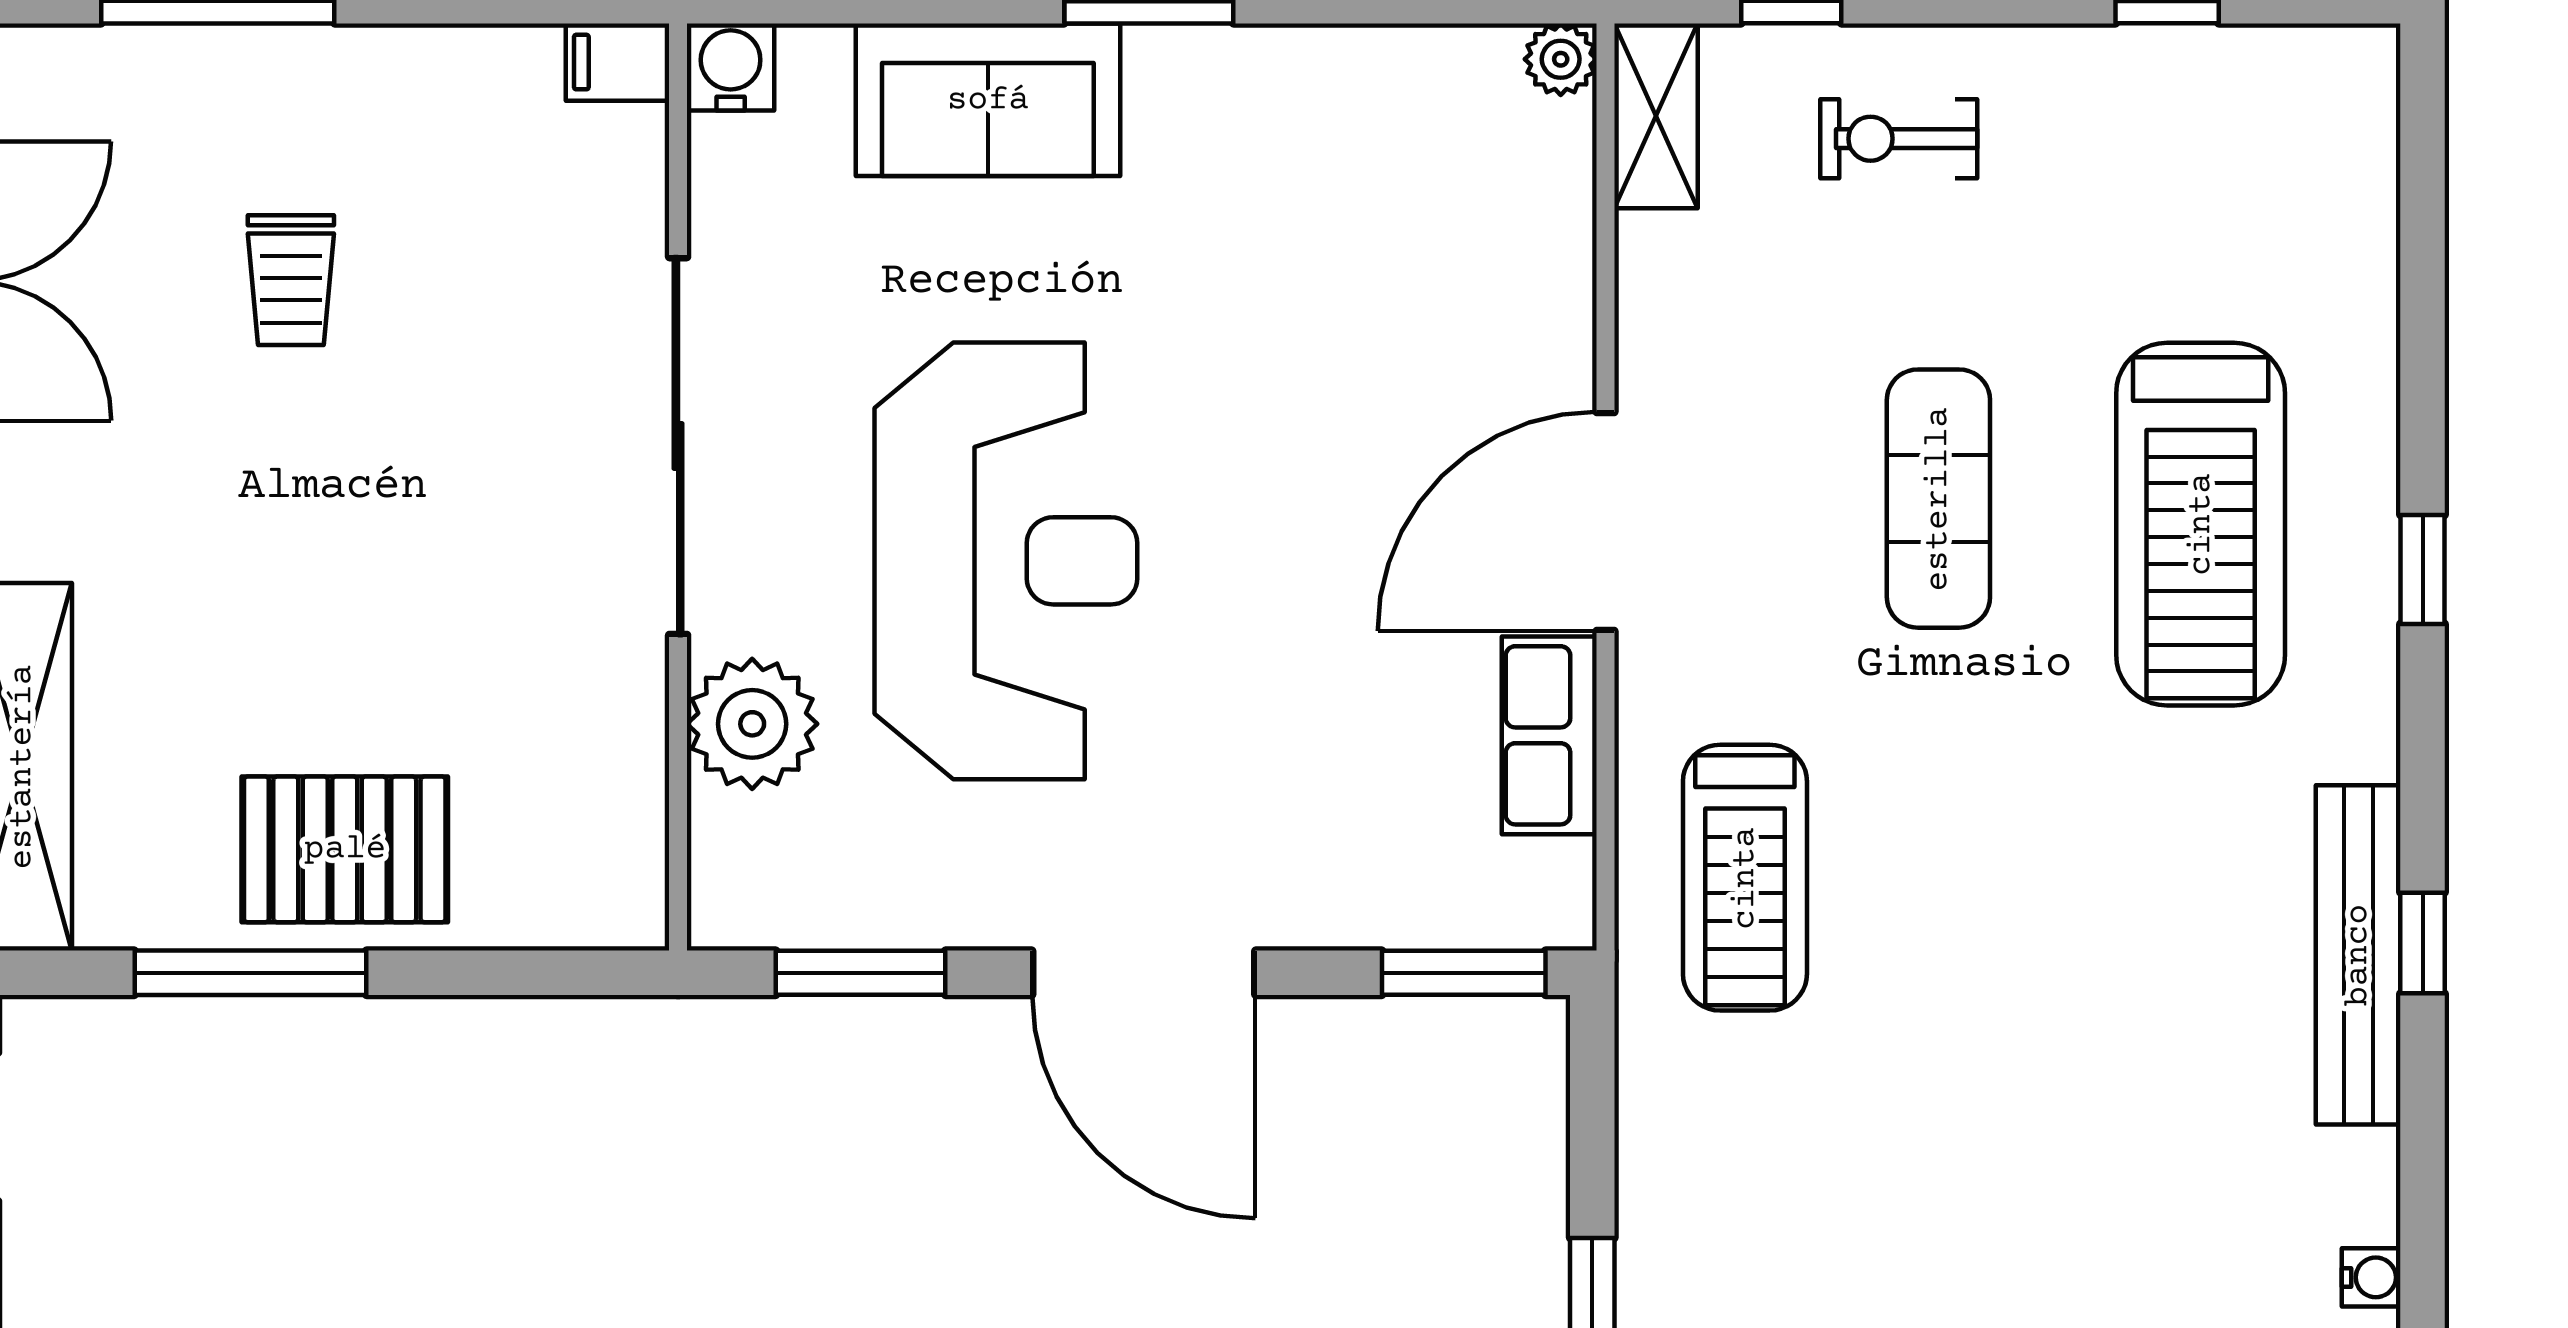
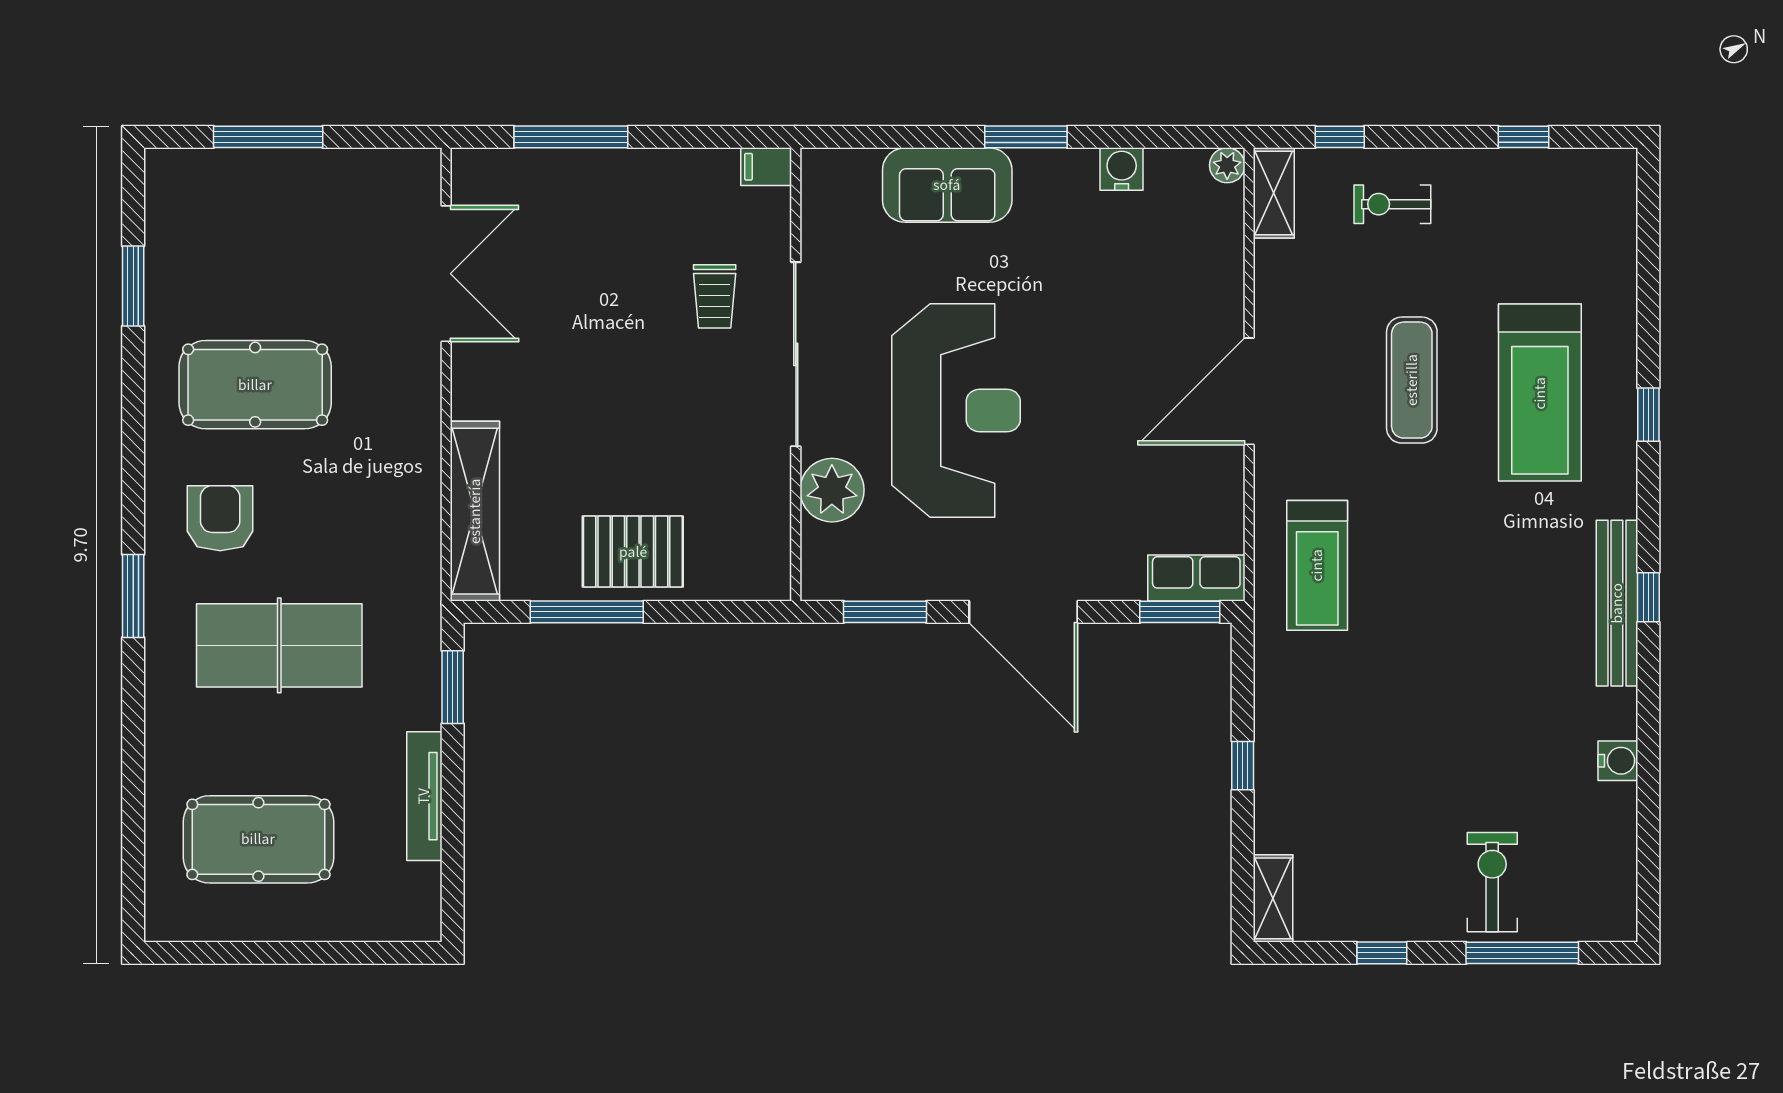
water cooler: (731, 67) -> (1122, 169), moved
trolley: (291, 280) -> (715, 296), moved
row of seats: (1549, 735) -> (1196, 578), moved, turned 90
water cooler: (2371, 1277) -> (1618, 761), width x1.38, depth x1.38

